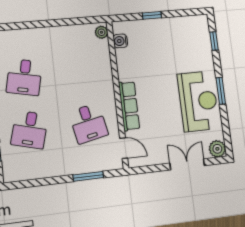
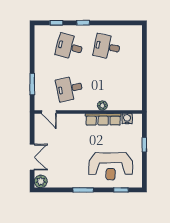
plant: (101, 32) -> (102, 106), moved
reception desk: (198, 101) -> (111, 166), moved
row of seats: (129, 106) -> (103, 119), moved
door: (124, 148) -> (49, 112), hinge flipped

